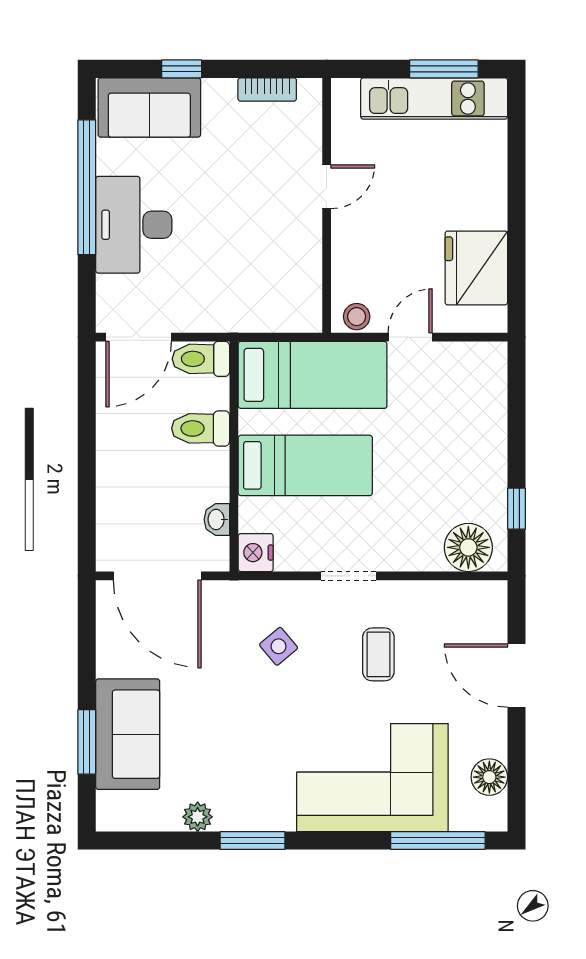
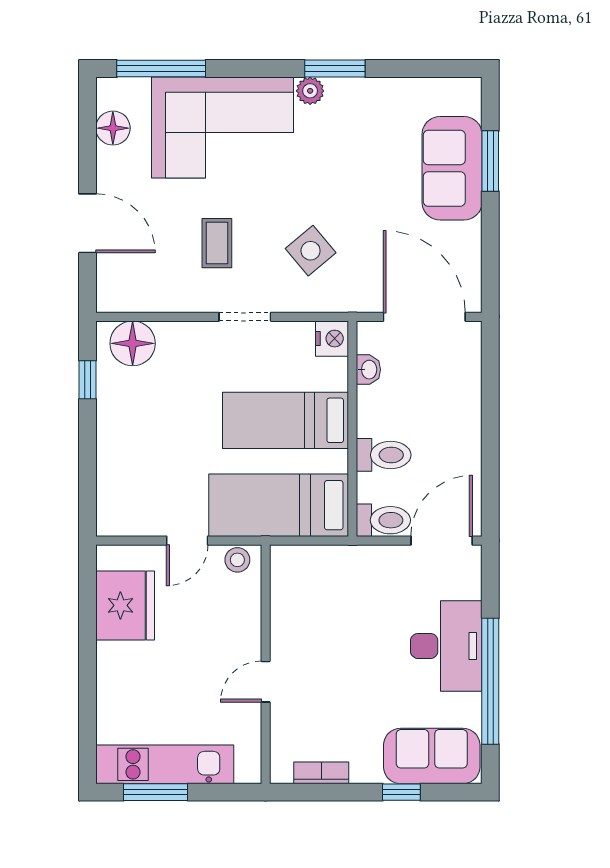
side table: (279, 646) -> (311, 251), width x1.37, depth x1.37
plant: (198, 817) -> (310, 91), moved

